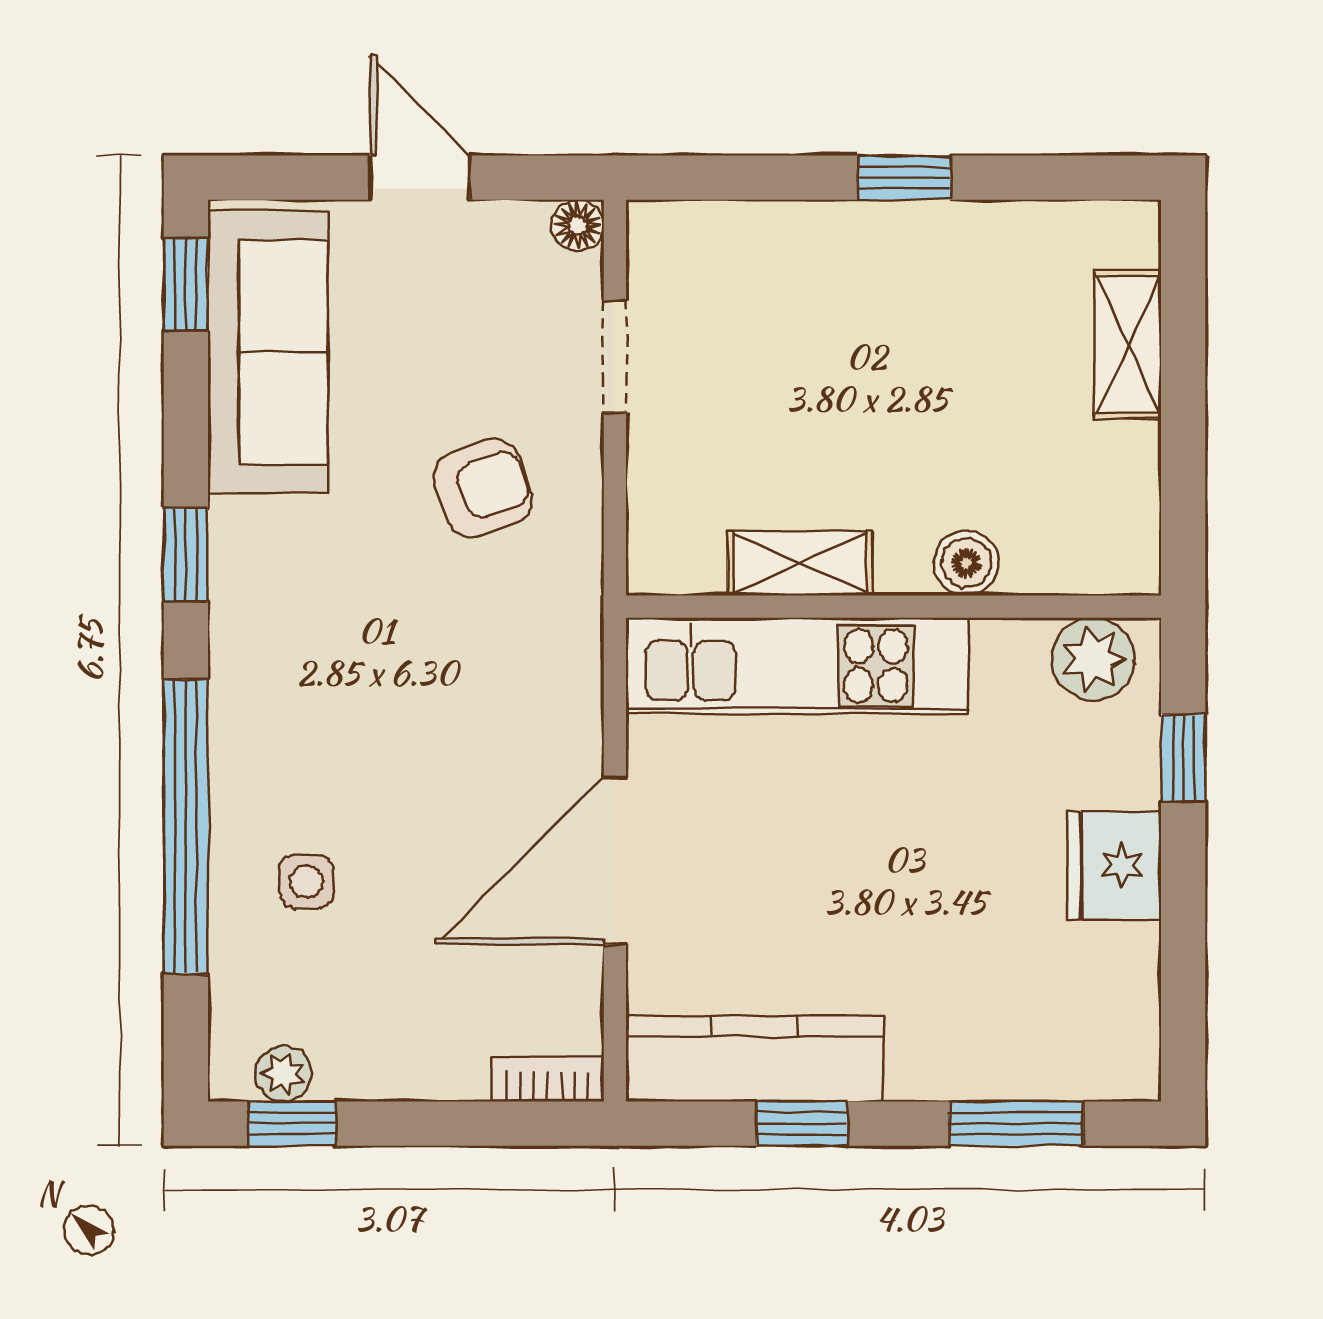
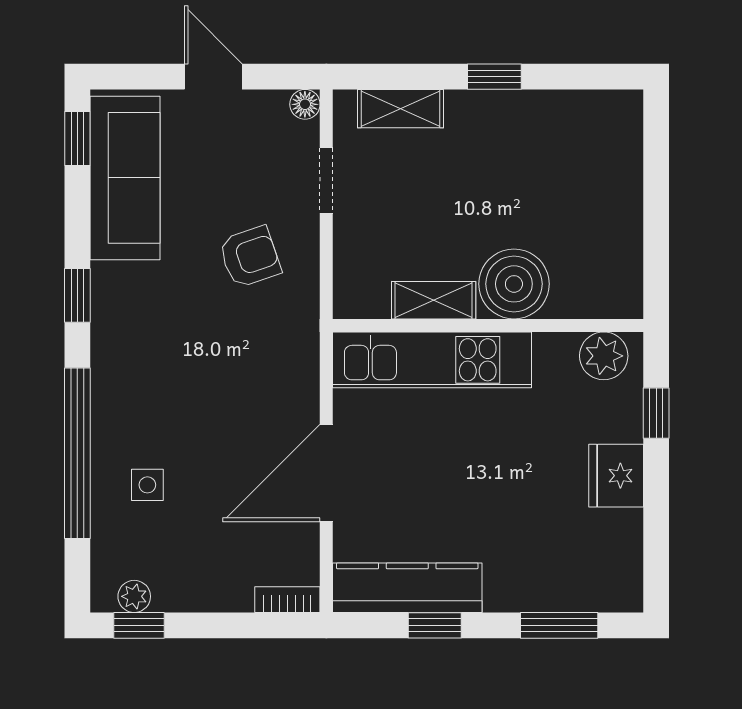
shelving: (1128, 344) -> (400, 109), moved, turned 90
boiler: (966, 563) -> (514, 284), width x1.86, depth x1.86

